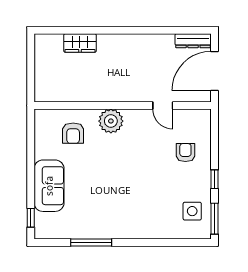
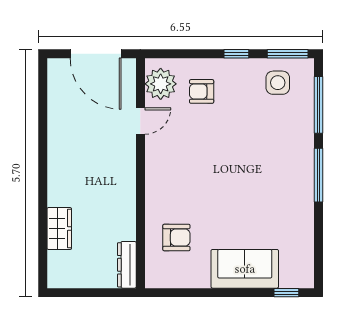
dresser: (193, 41) -> (127, 265), moved, turned 180
plant: (111, 121) -> (161, 84), moved
window: (91, 242) -> (318, 175), moved
window: (175, 242) -> (318, 105), added

